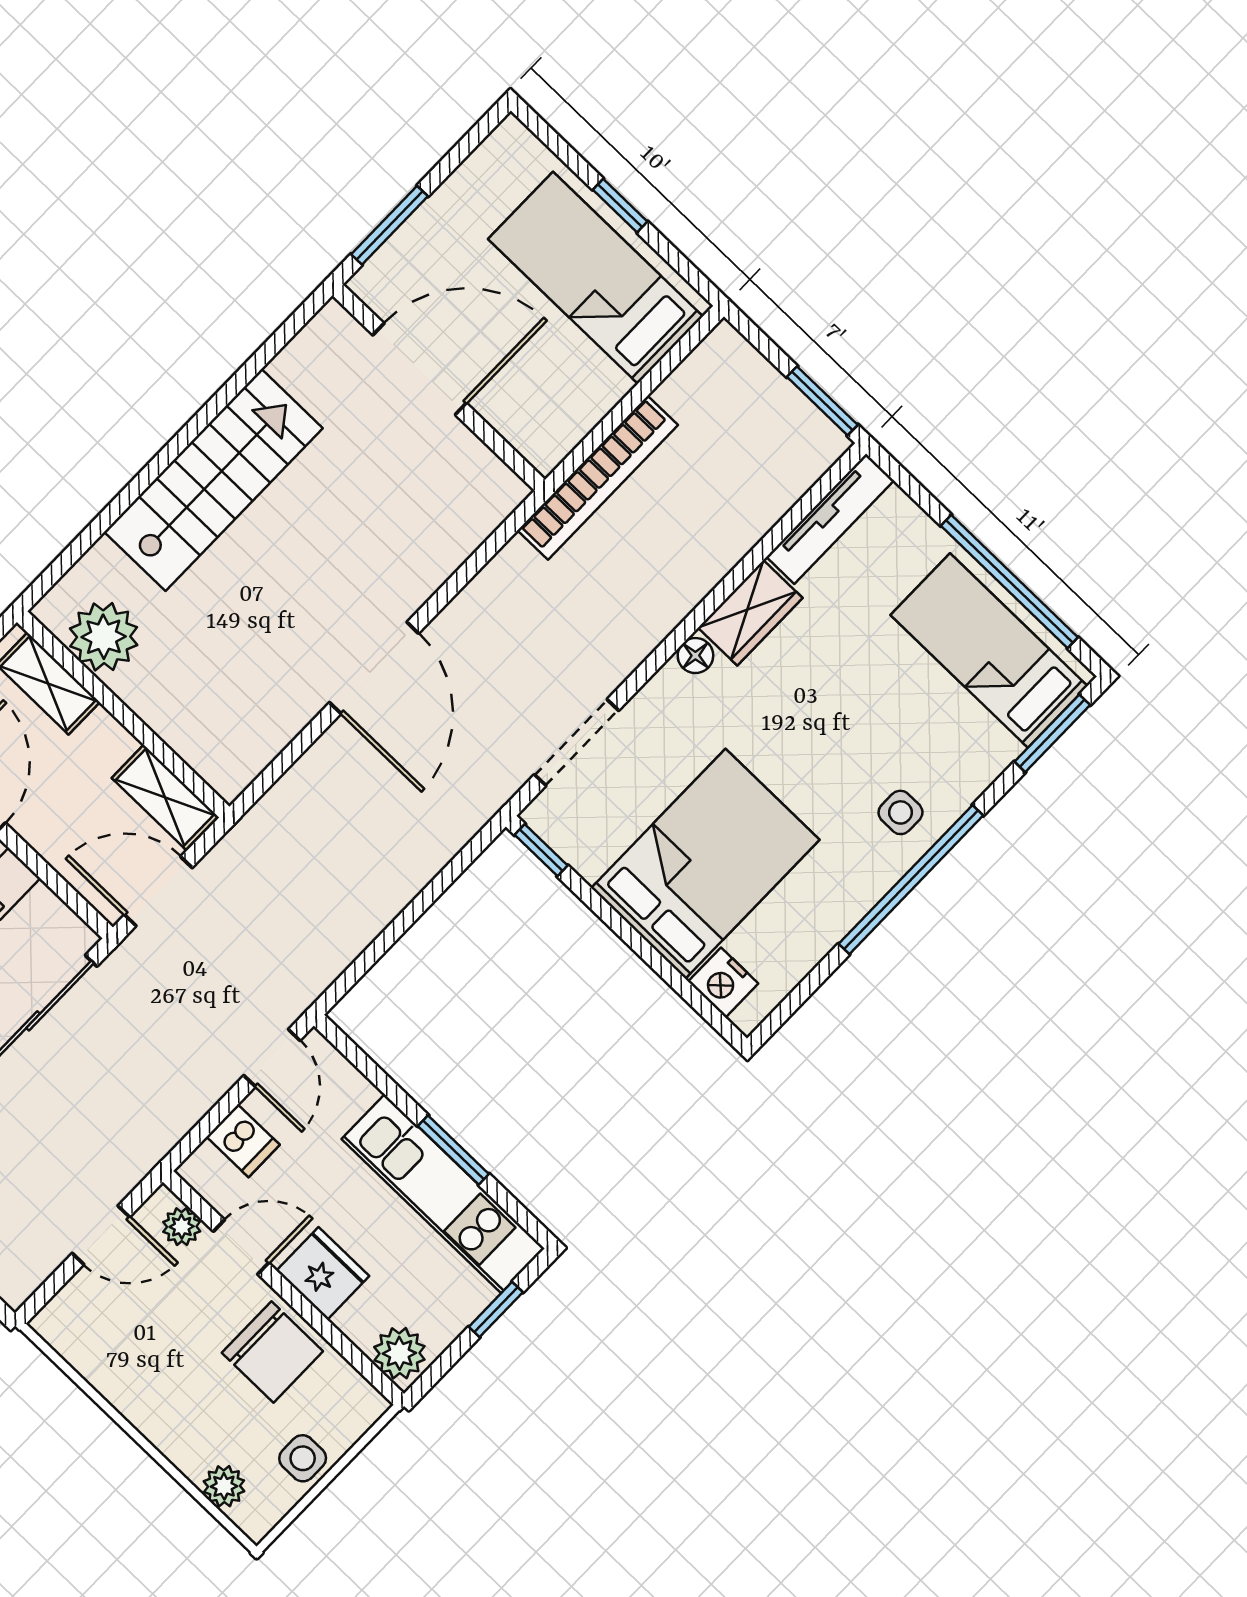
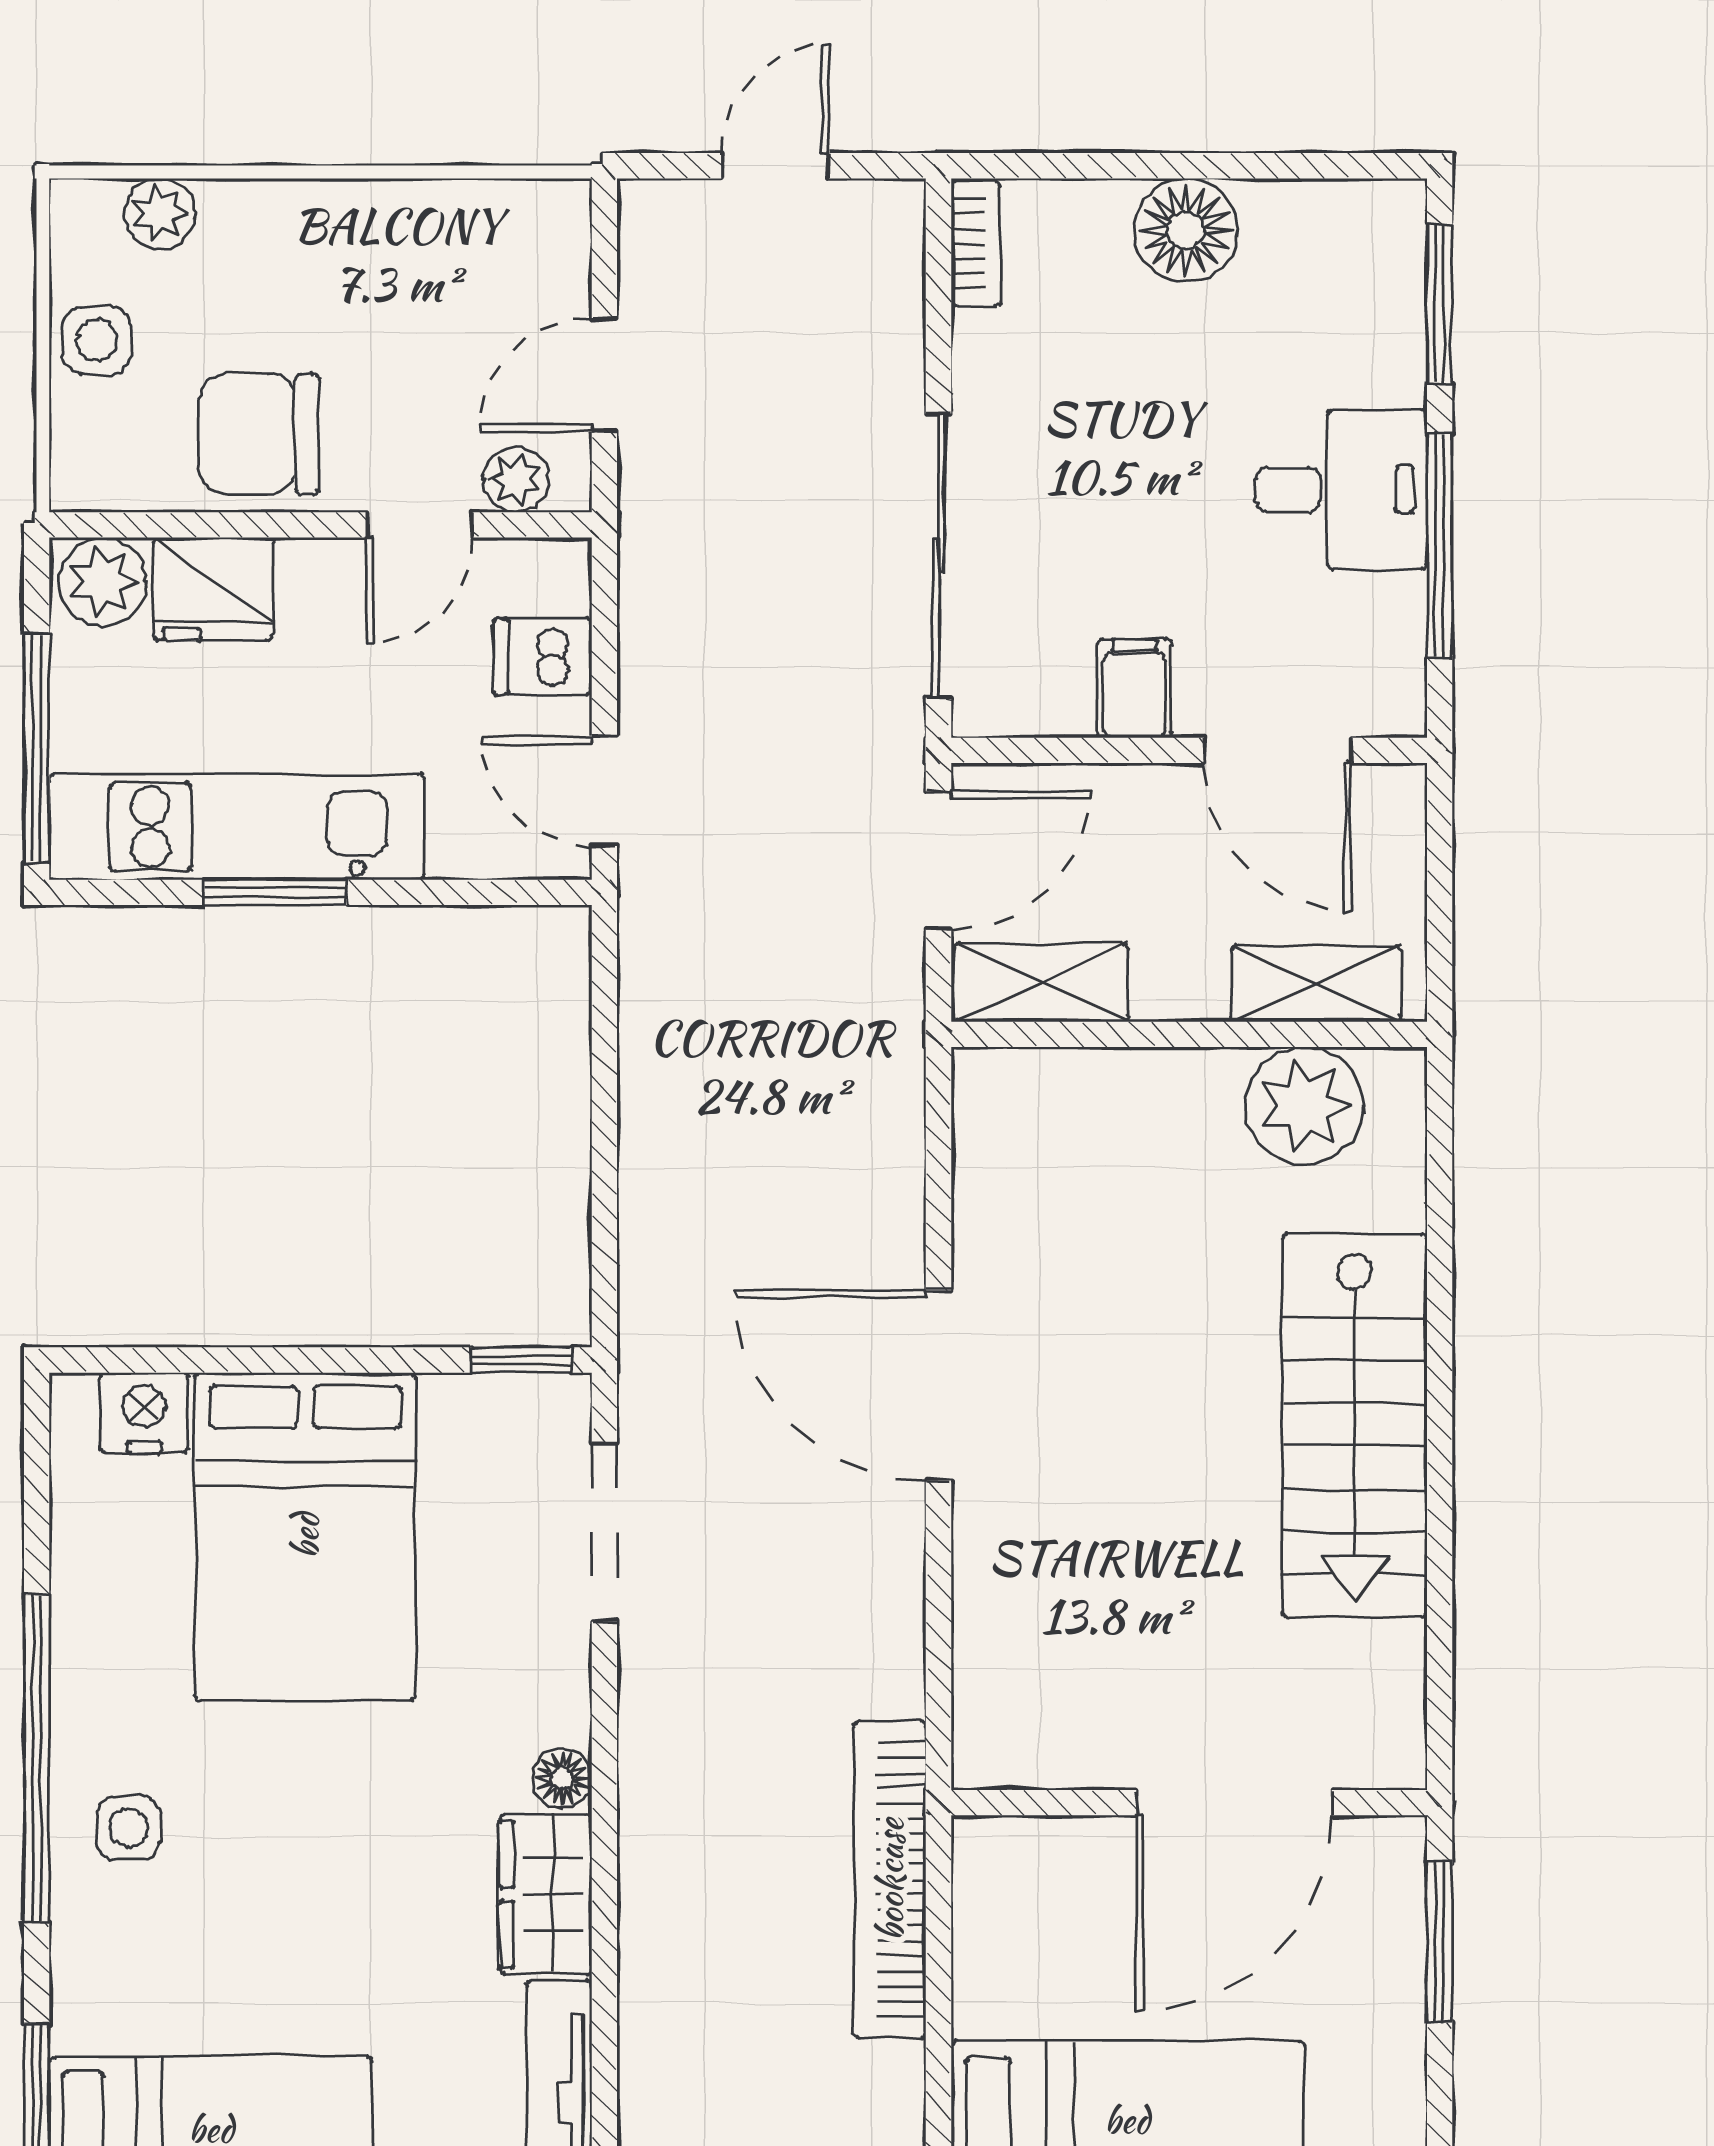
fridge: (323, 1273) -> (213, 589), moved
window: (496, 1310) -> (37, 748), width x2.17

